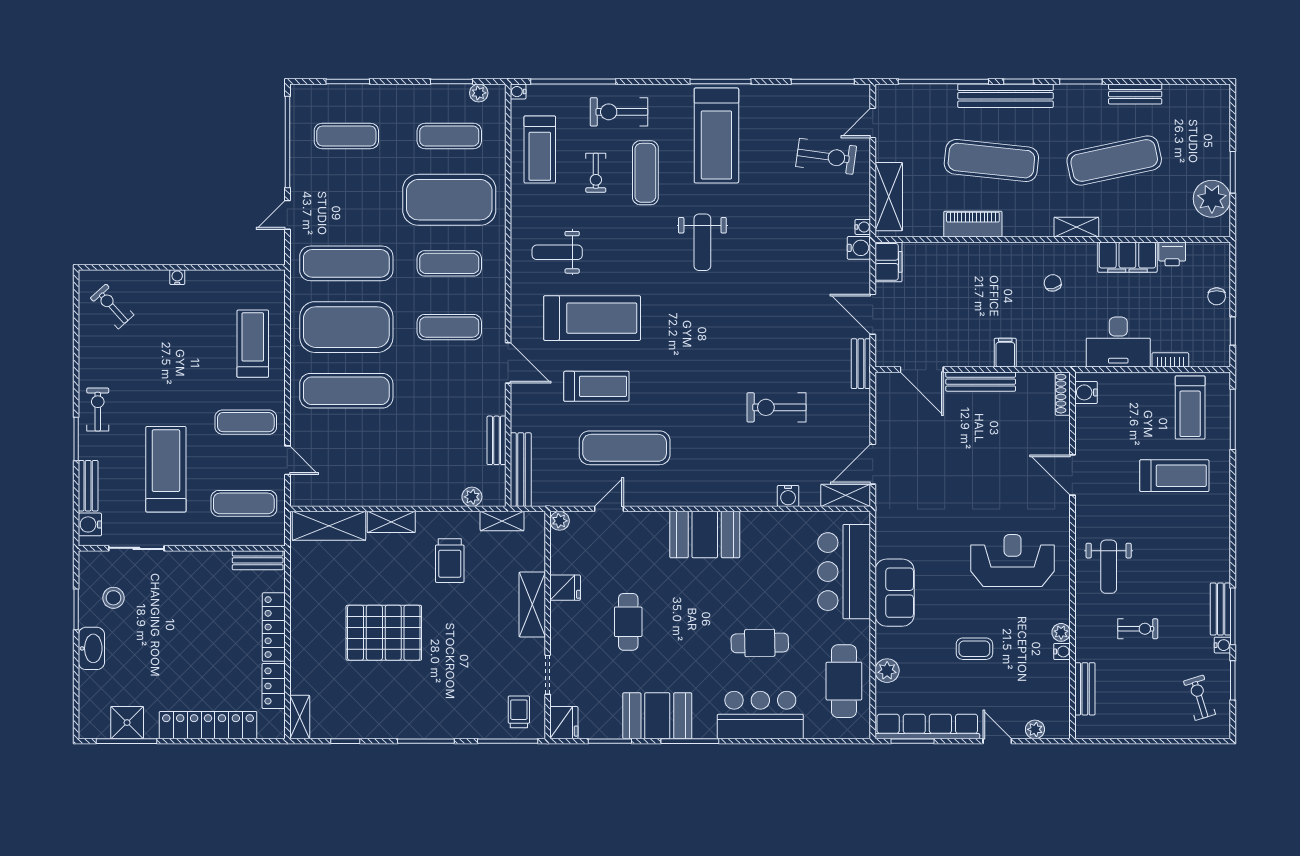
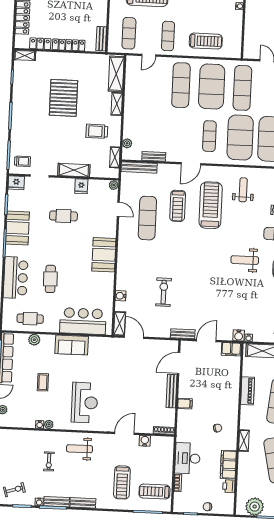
exercise mat: (449, 263) -> (240, 138), width x2.00, depth x1.45
treadmill: (592, 318) -> (211, 205), turned 180
water cooler: (1086, 392) -> (145, 441), moved
cafe table: (844, 681) -> (30, 319), width x0.73, depth x0.74
bench: (1085, 689) -> (83, 503), moved

